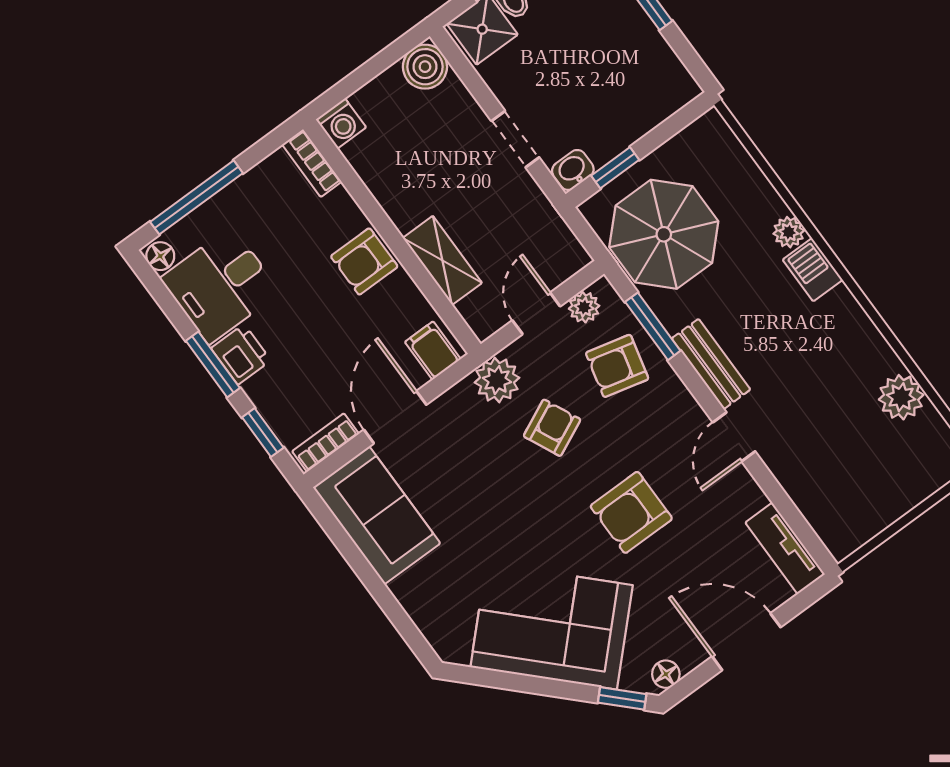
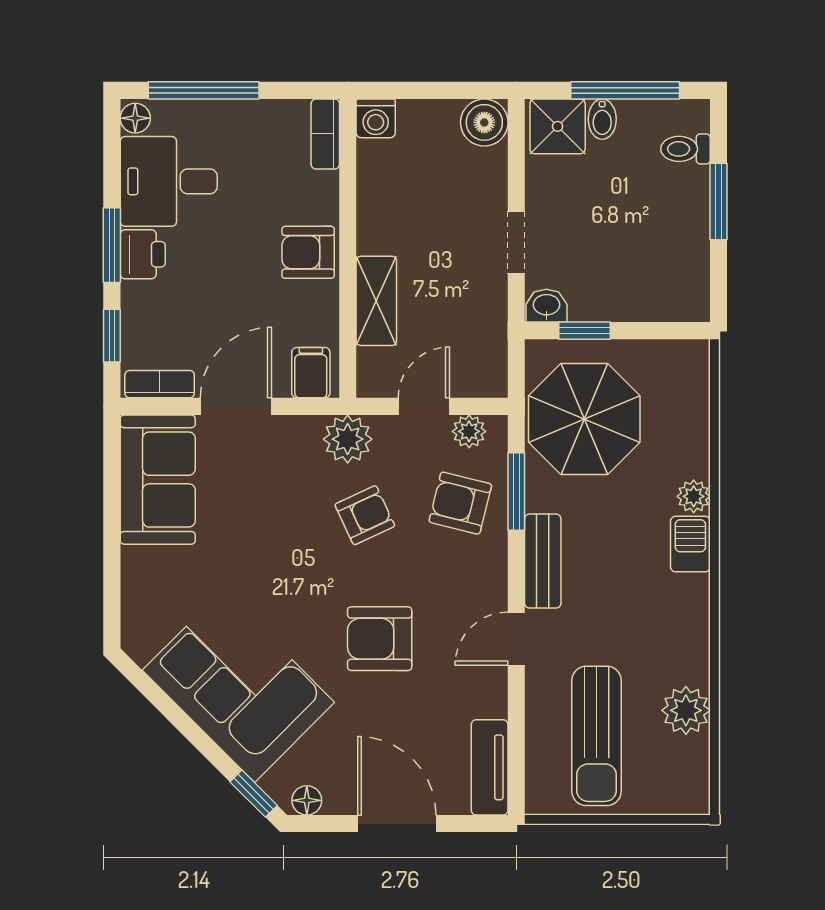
sun lounger: (848, 466) -> (597, 736), added

